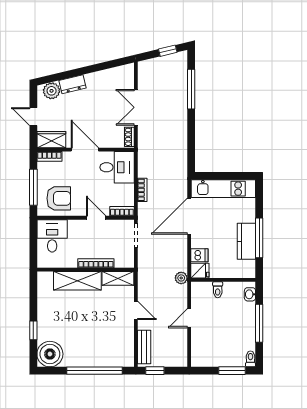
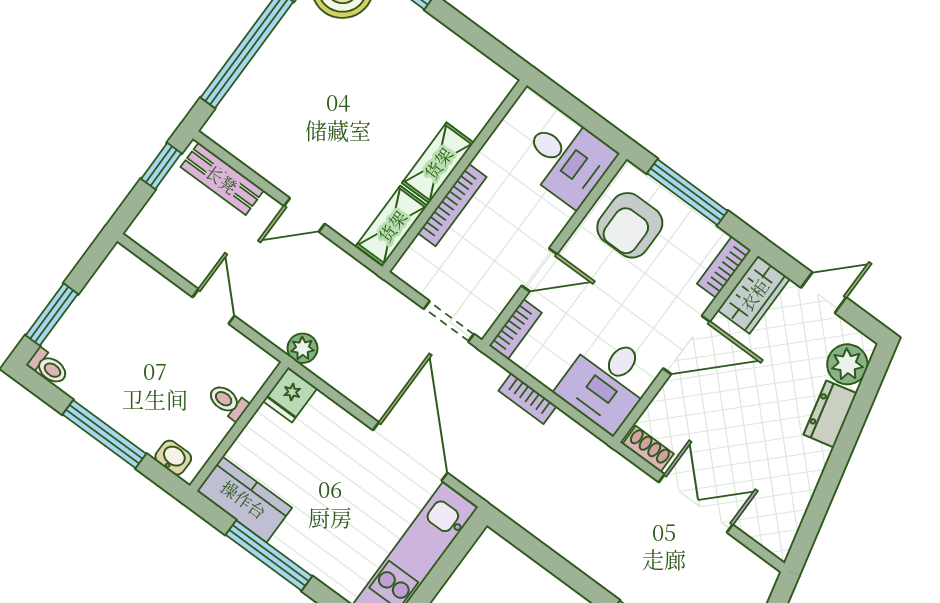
kitchen counter: (246, 241) -> (244, 499), moved
dishwasher: (199, 255) -> (320, 416), removed
shelving: (77, 281) -> (438, 163), width x0.67, depth x0.75

